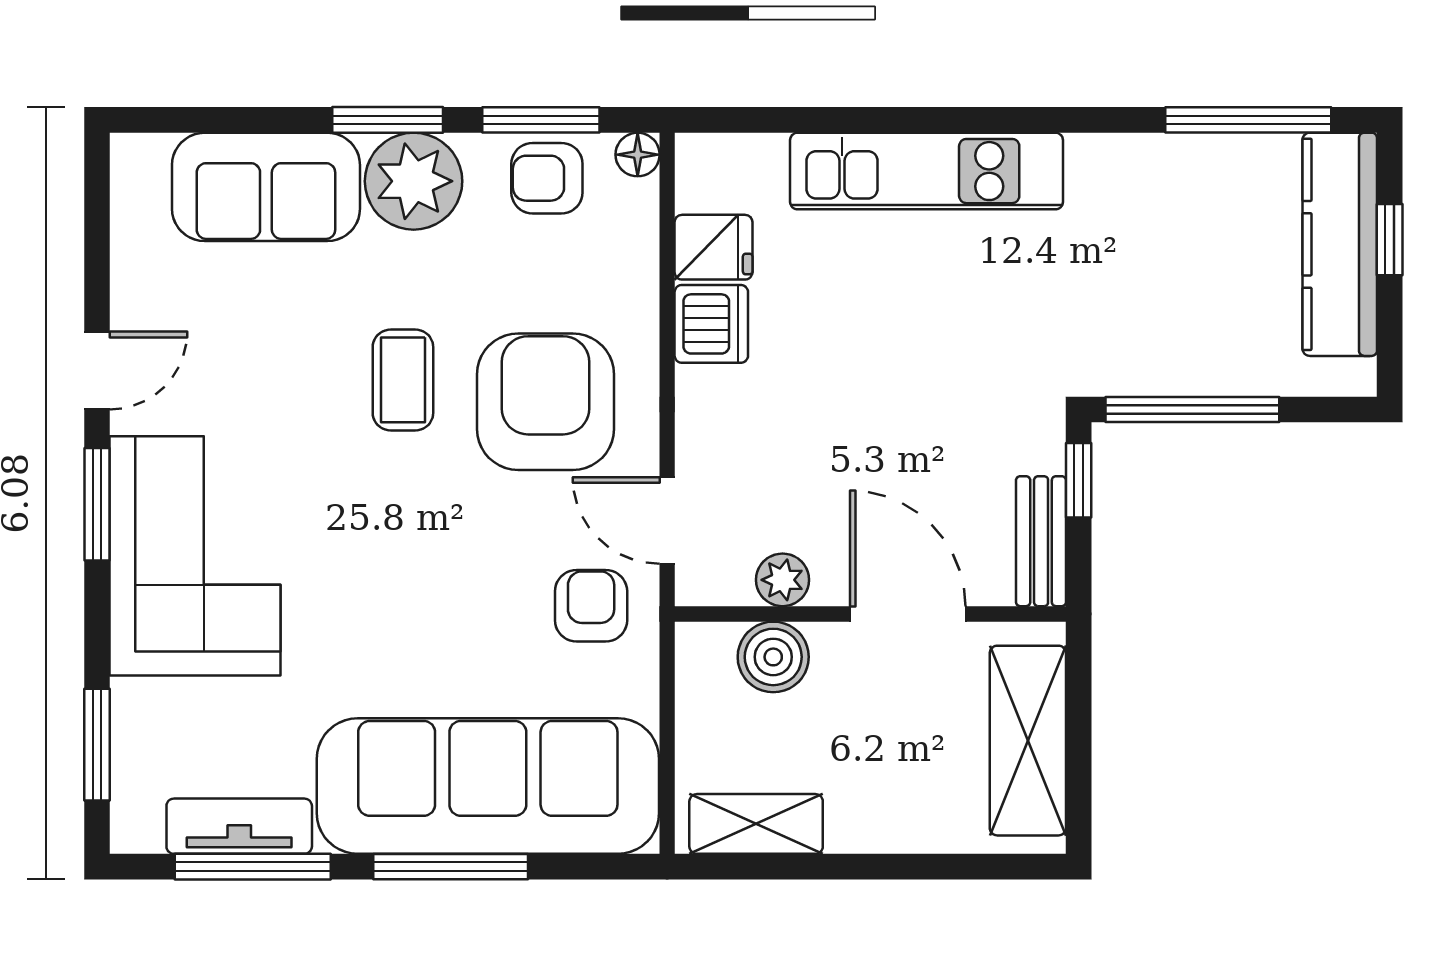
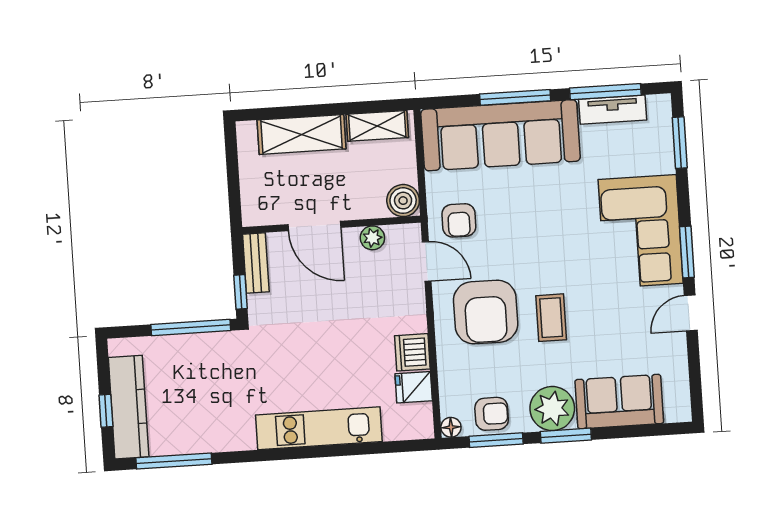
boiler: (773, 657) -> (403, 201), moved
shelving: (1028, 741) -> (302, 134), moved, turned 90

